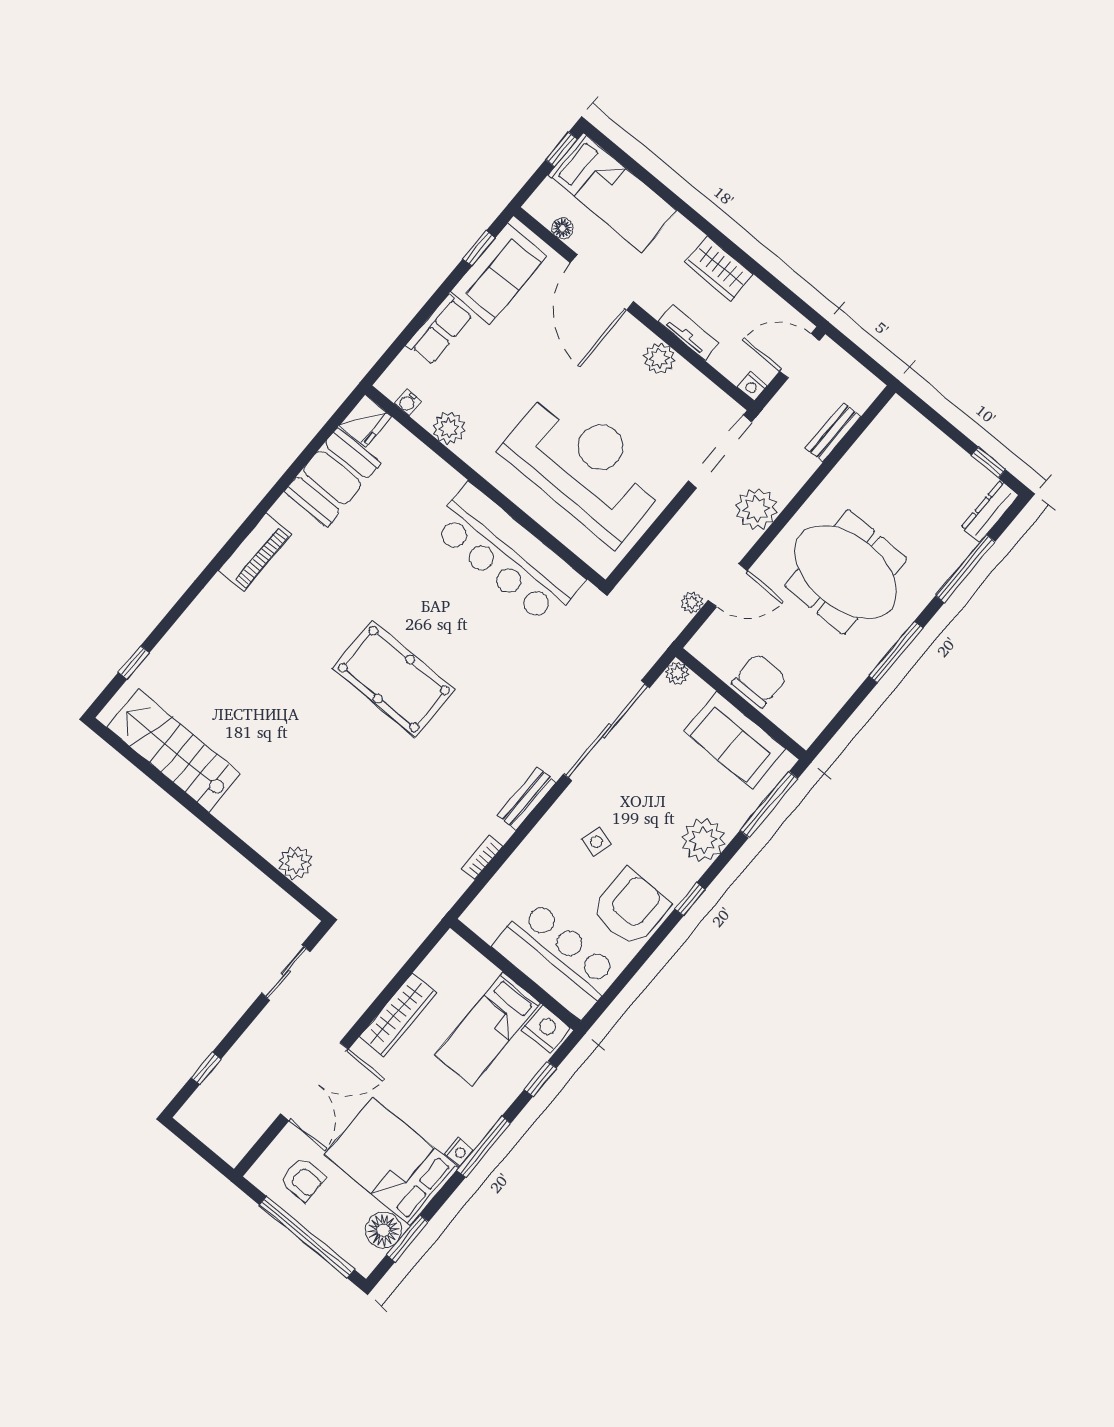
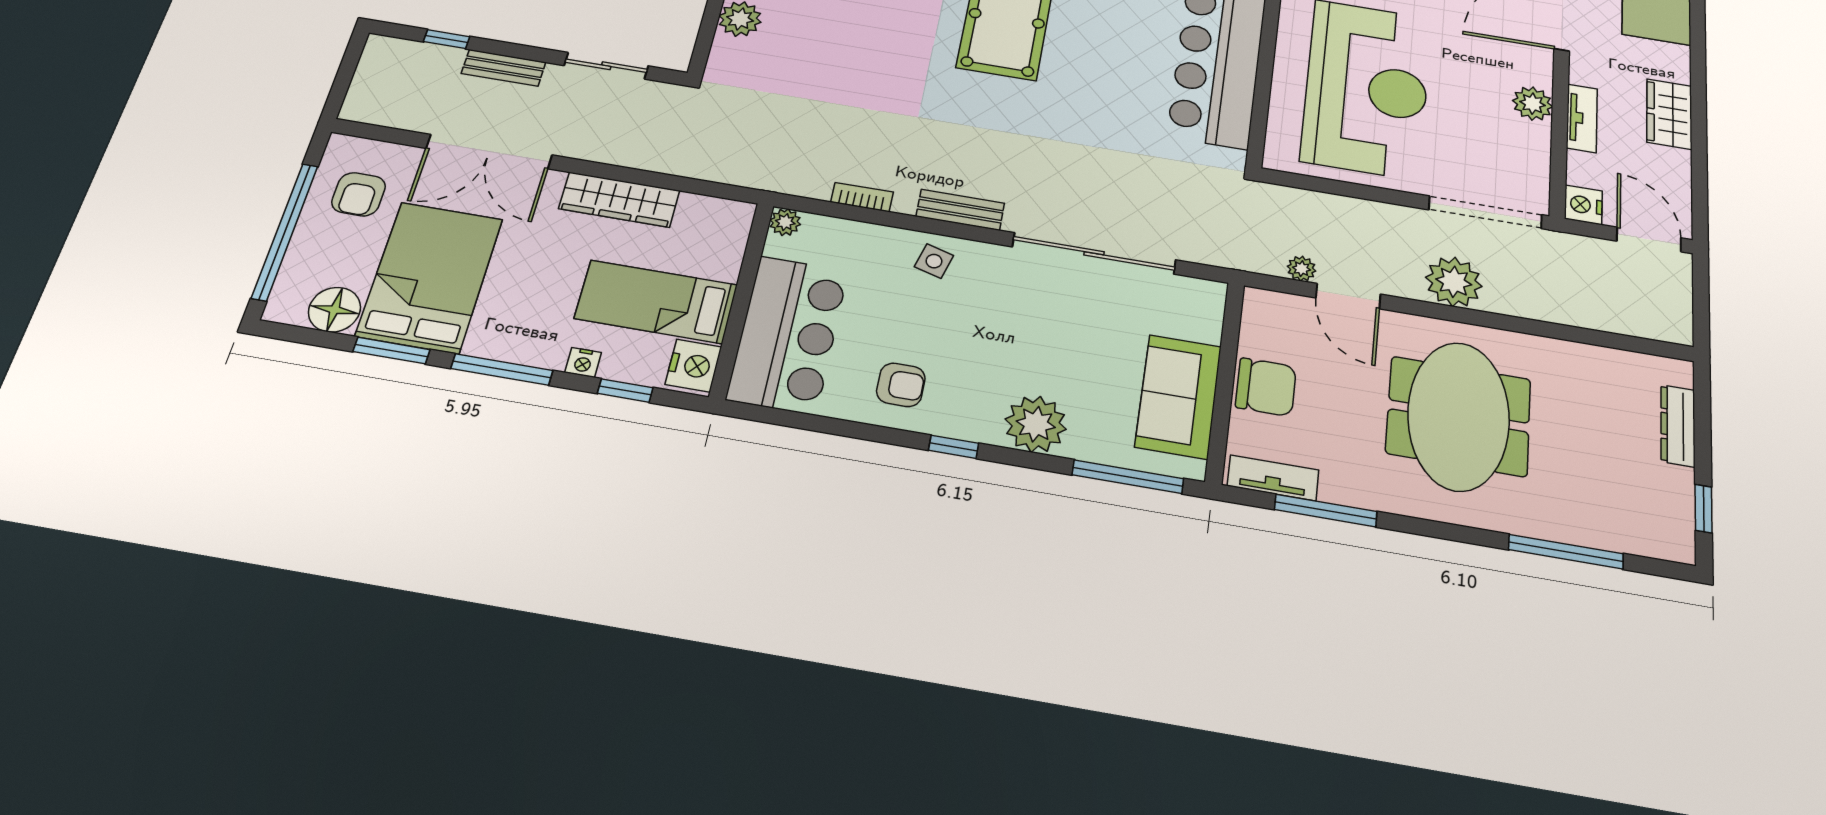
nightstand: (752, 386) -> (1583, 205), width x1.39, depth x1.35
bench: (833, 432) -> (504, 68), moved
dresser: (990, 511) -> (1678, 426), moved, turned -90
window: (896, 652) -> (1326, 511), moved
plant: (677, 673) -> (785, 222), moved
tv unit: (820, 716) -> (1273, 478), added
side table: (597, 842) -> (934, 261), moved
armchair: (630, 908) -> (901, 385), width x0.53, depth x0.53
nightstand: (459, 1152) -> (583, 362), moved
window: (407, 1238) -> (392, 351), moved

